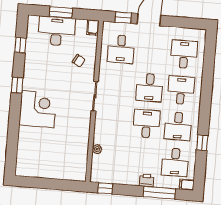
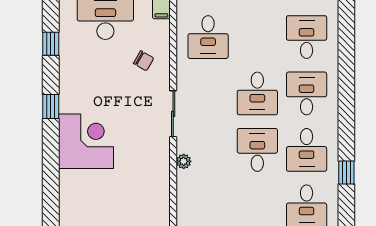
plant: (97, 149) -> (184, 161), moved

